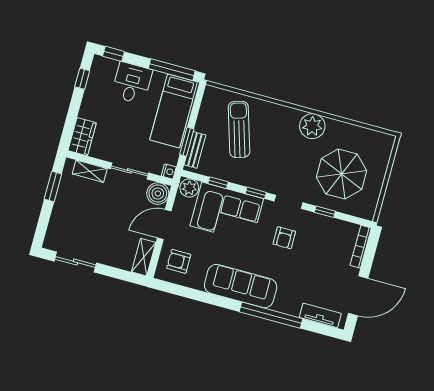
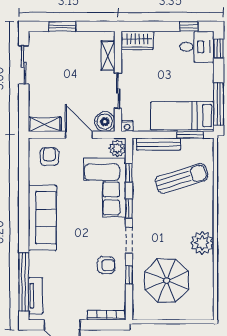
desk: (132, 83) -> (197, 47), moved
window: (187, 142) -> (190, 135), moved
bench: (195, 150) -> (158, 144), width x1.36
window: (53, 186) -> (62, 26), moved
armchair: (284, 238) -> (106, 265), moved, turned 180
window: (271, 315) -> (24, 282), moved

